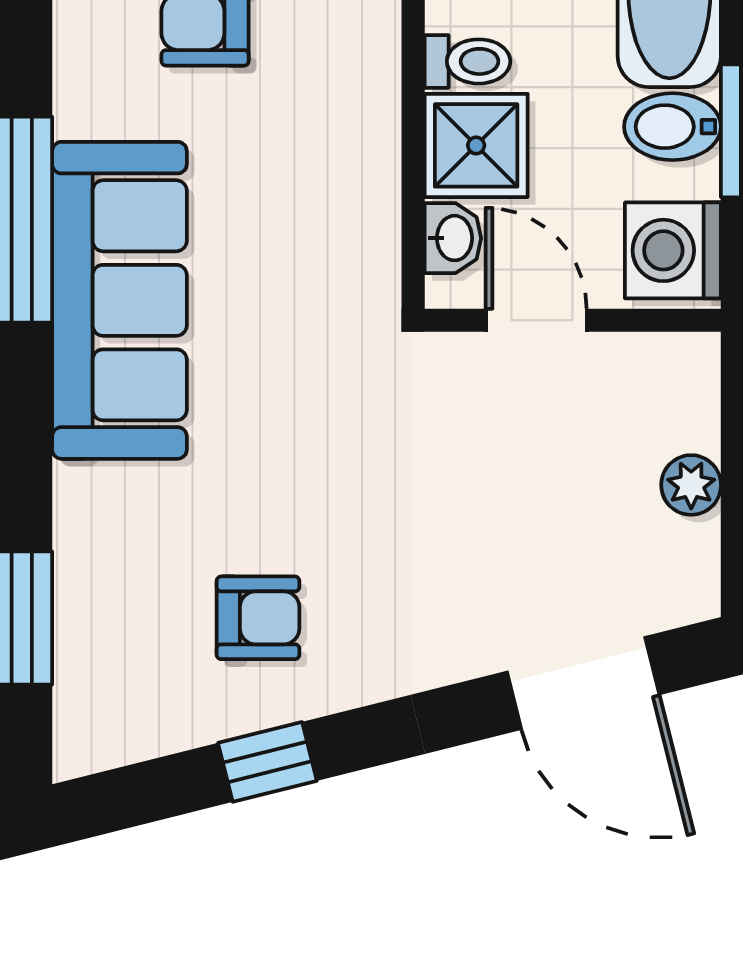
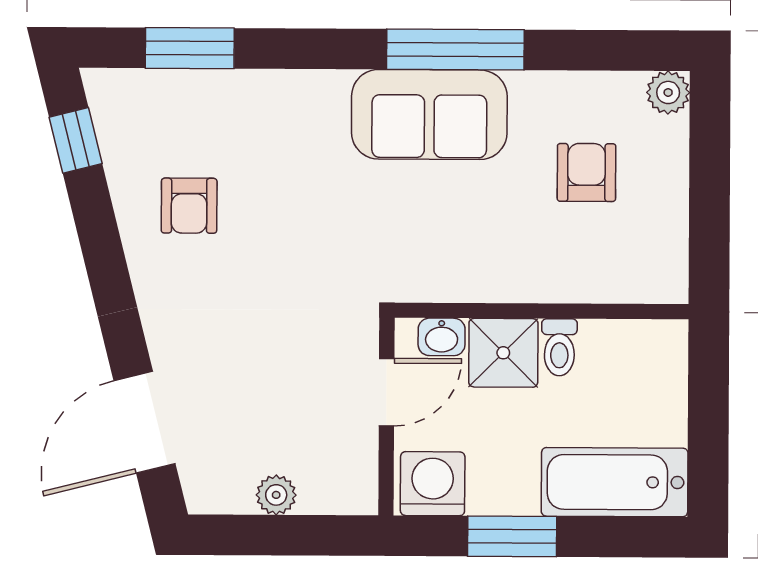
bidet: (672, 127) -> (515, 484), removed
sofa: (119, 300) -> (429, 115), width x0.73
window: (267, 762) -> (76, 140), moved

